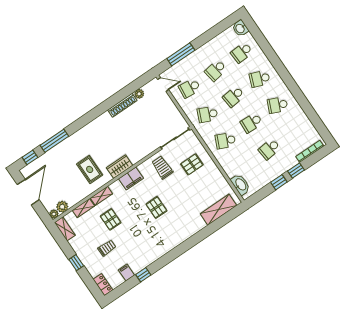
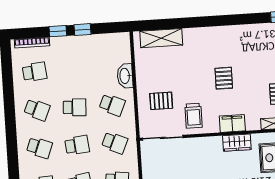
school desk: (269, 149) -> (35, 72), moved
washbasin: (241, 185) -> (125, 76), moved

